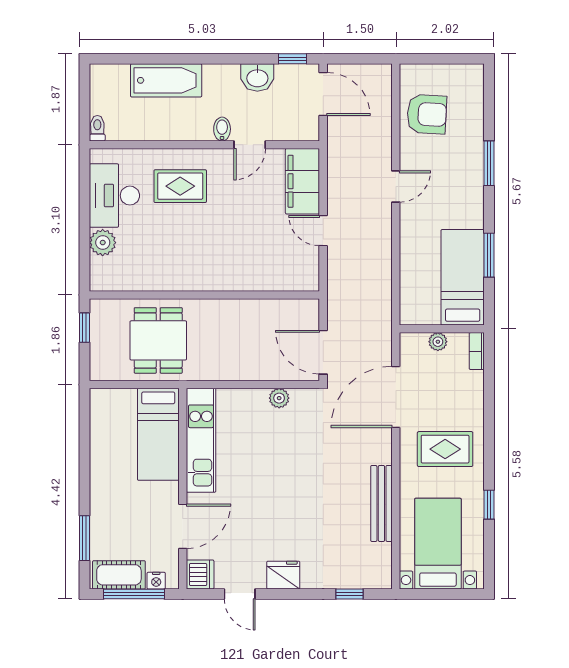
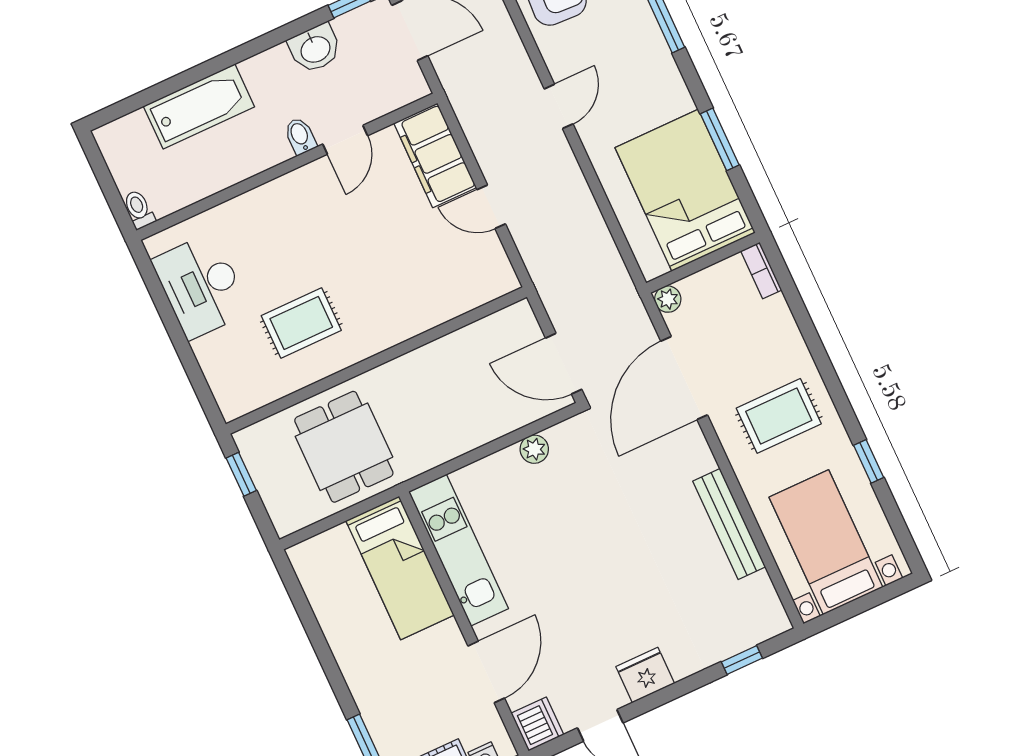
rug: (180, 186) -> (301, 323), moved
plant: (103, 243) -> (214, 354), removed
bed: (463, 277) -> (685, 190), width x1.50
plant: (438, 342) -> (668, 299), moved

